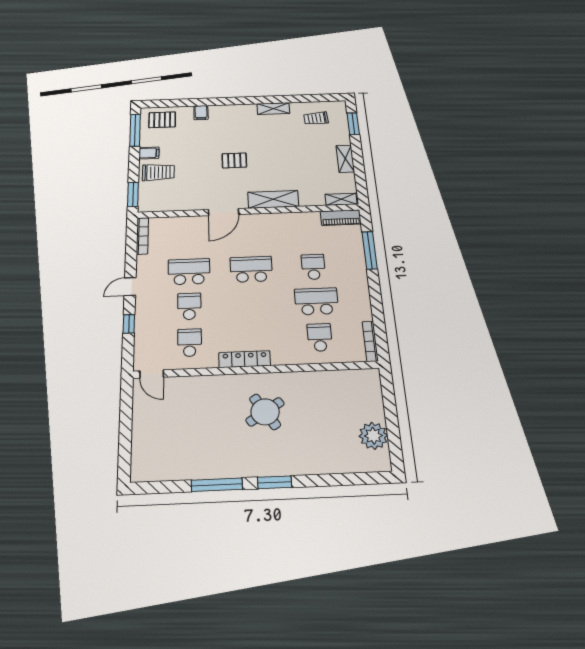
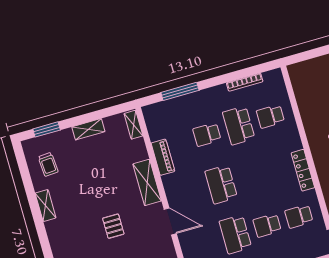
piano: (341, 218) -> (163, 157), moved
bookcase: (370, 341) -> (245, 82), moved

